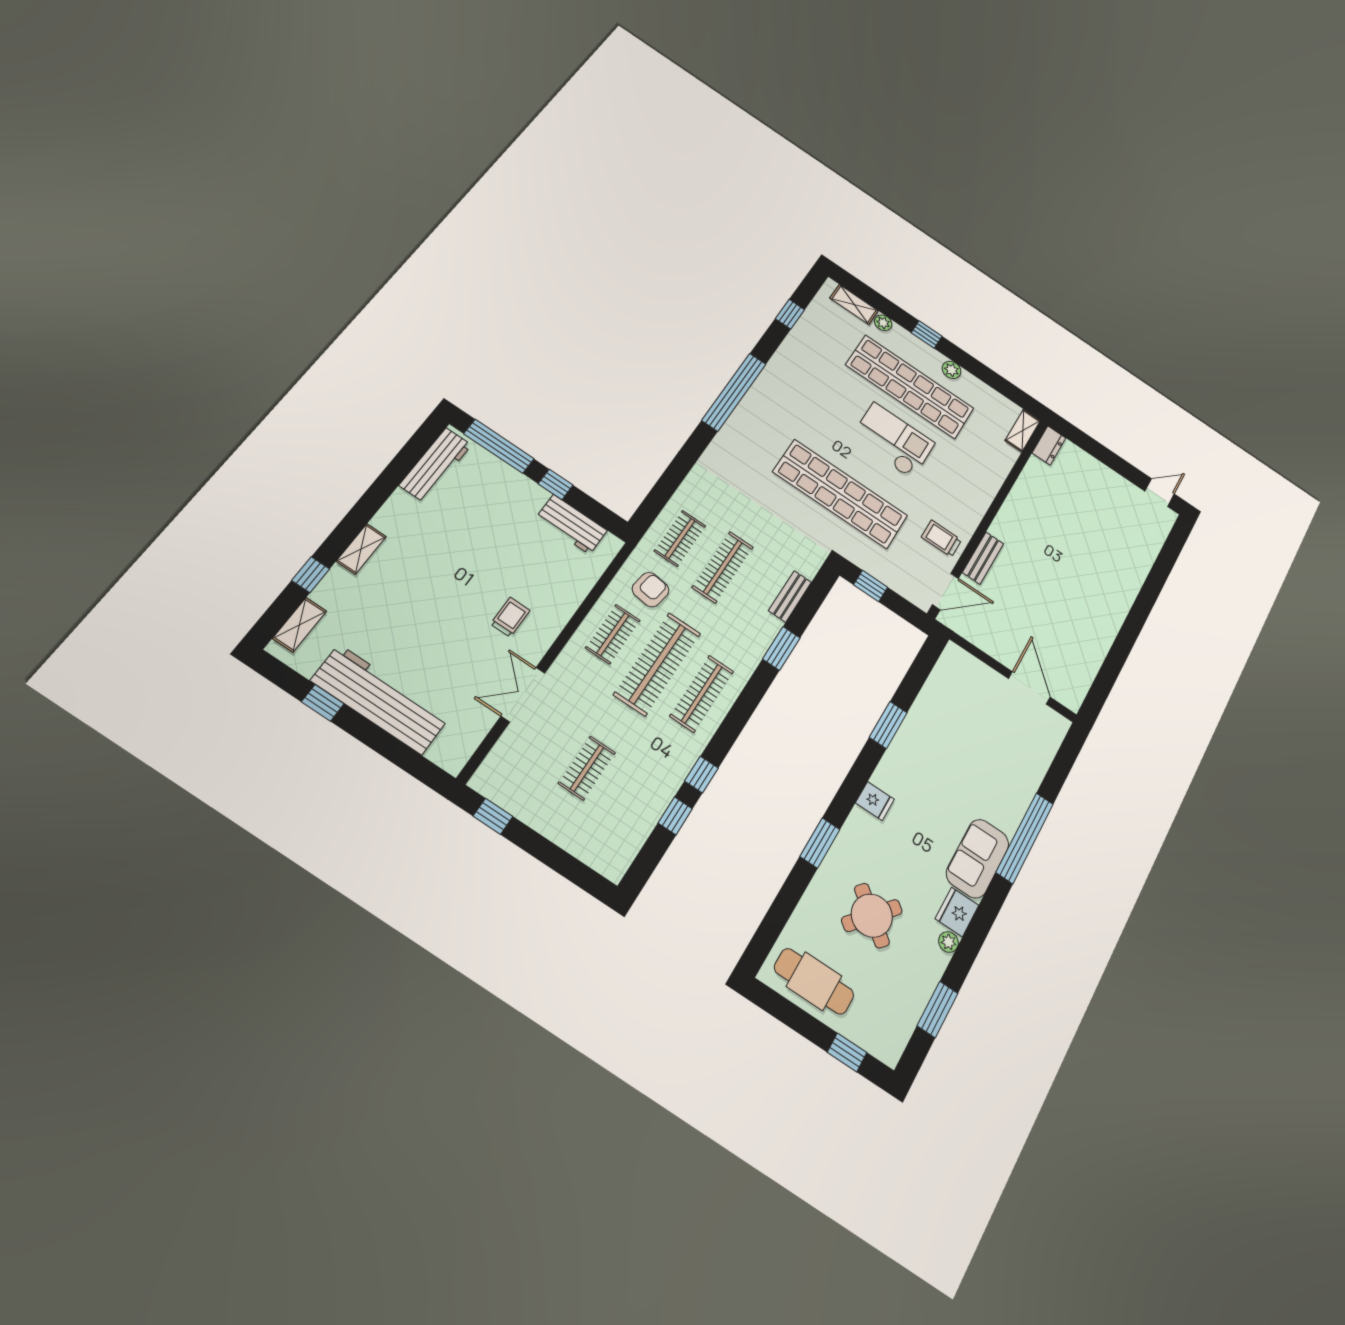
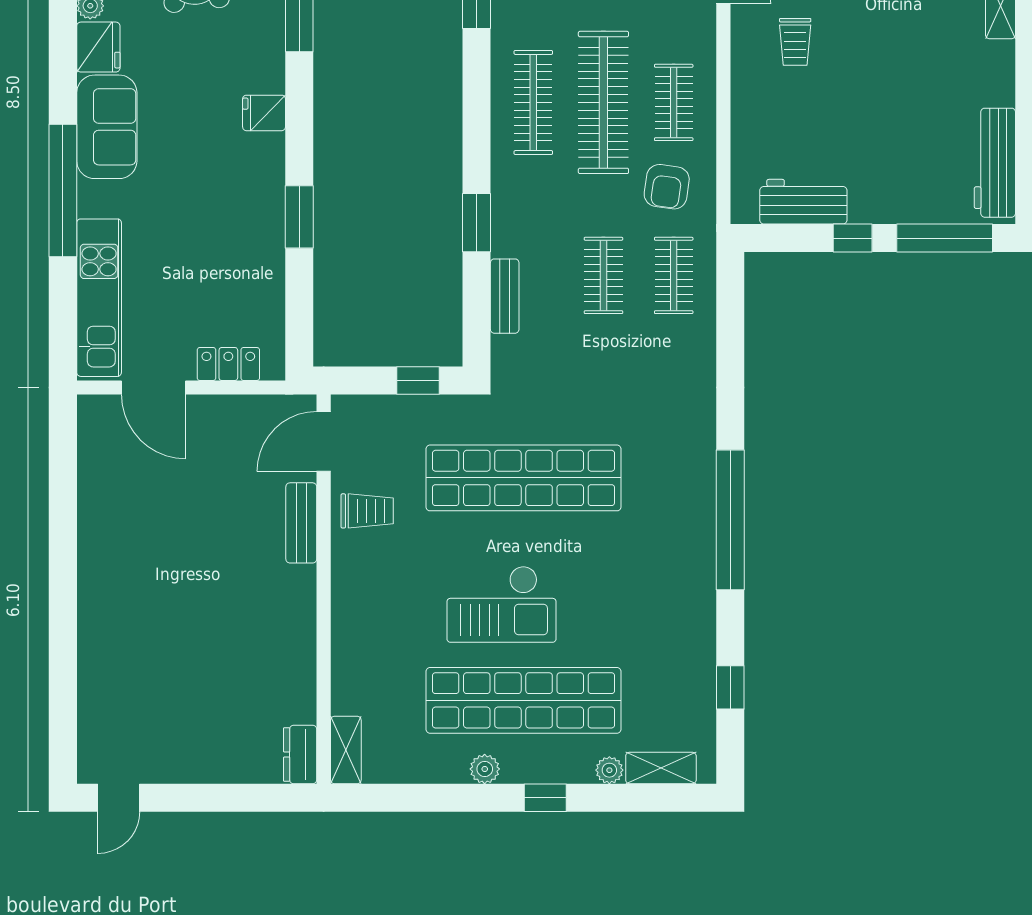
clothes rail: (723, 567) -> (603, 275), width x0.73
locker: (978, 671) -> (228, 364), added
kitchen unit: (1035, 760) -> (99, 298), added

